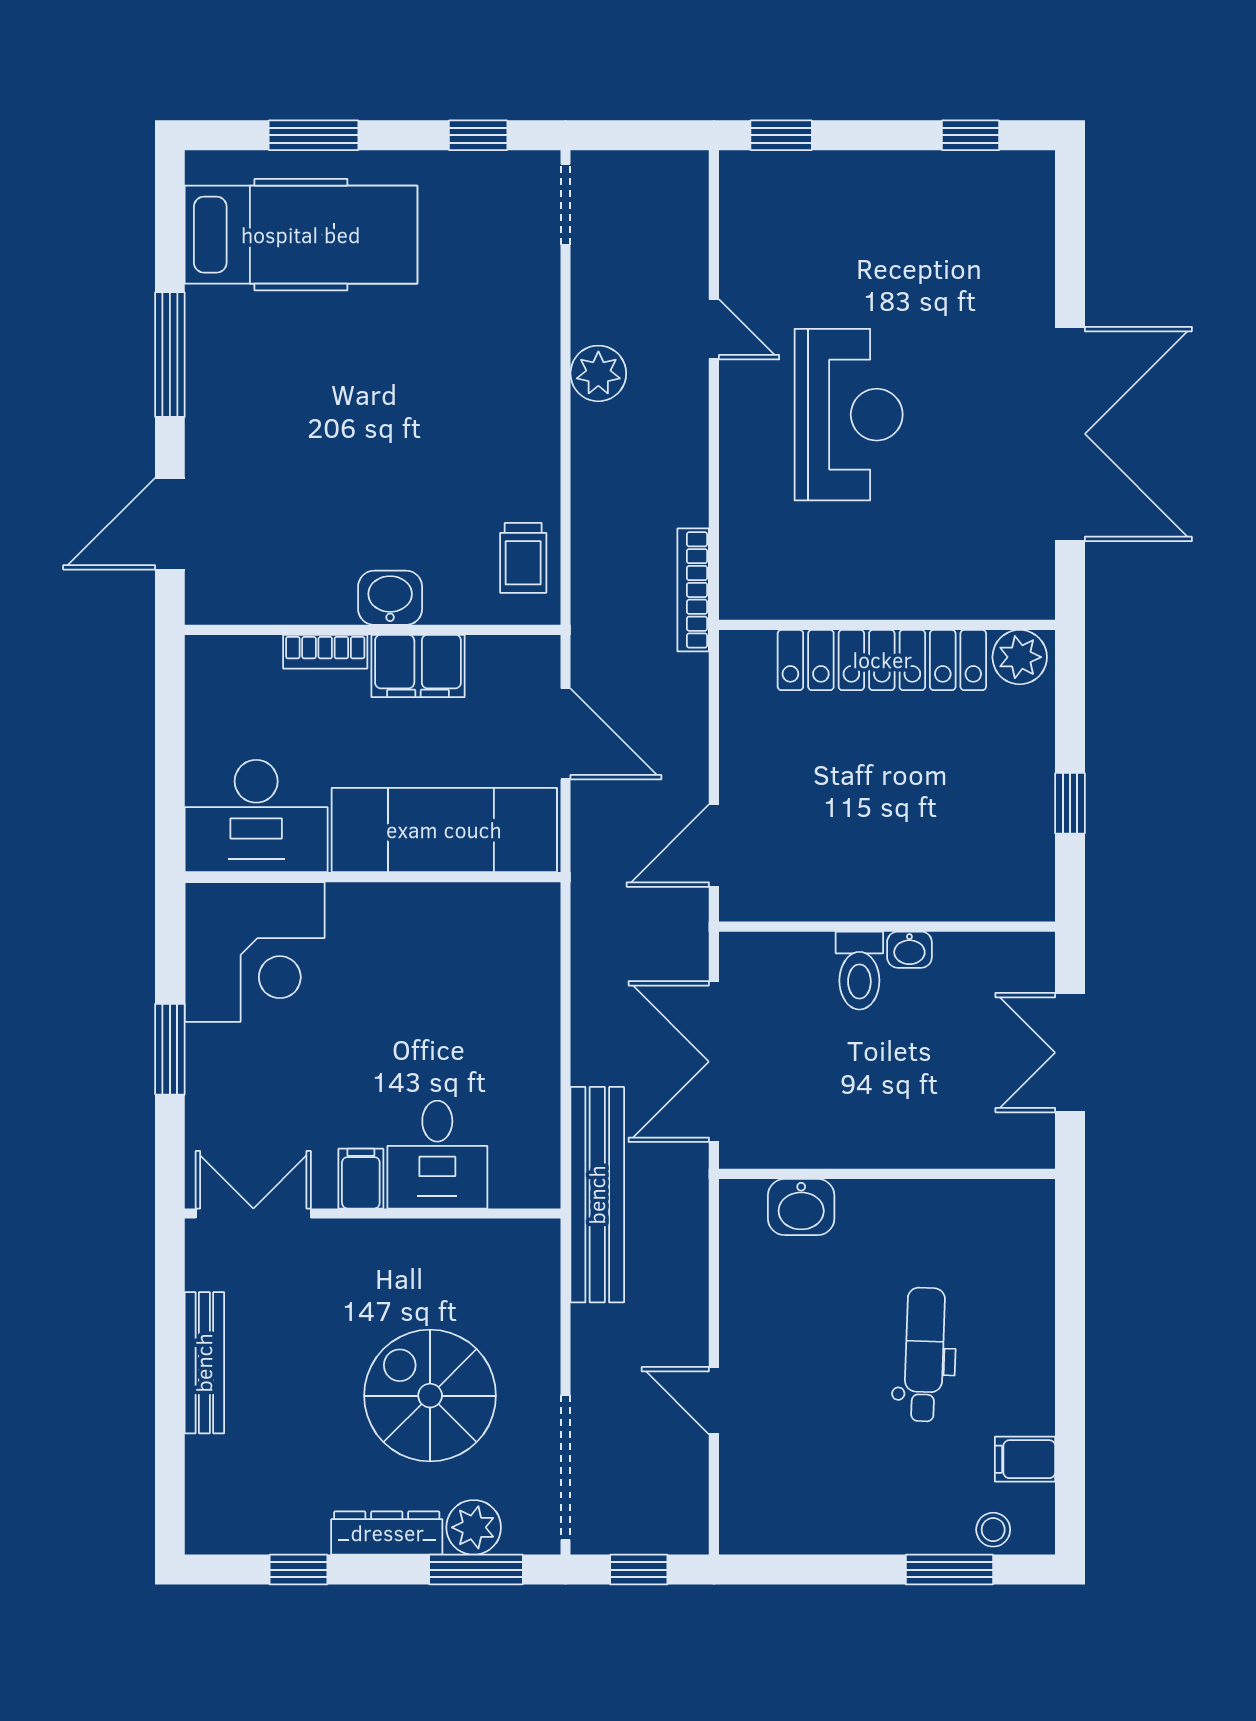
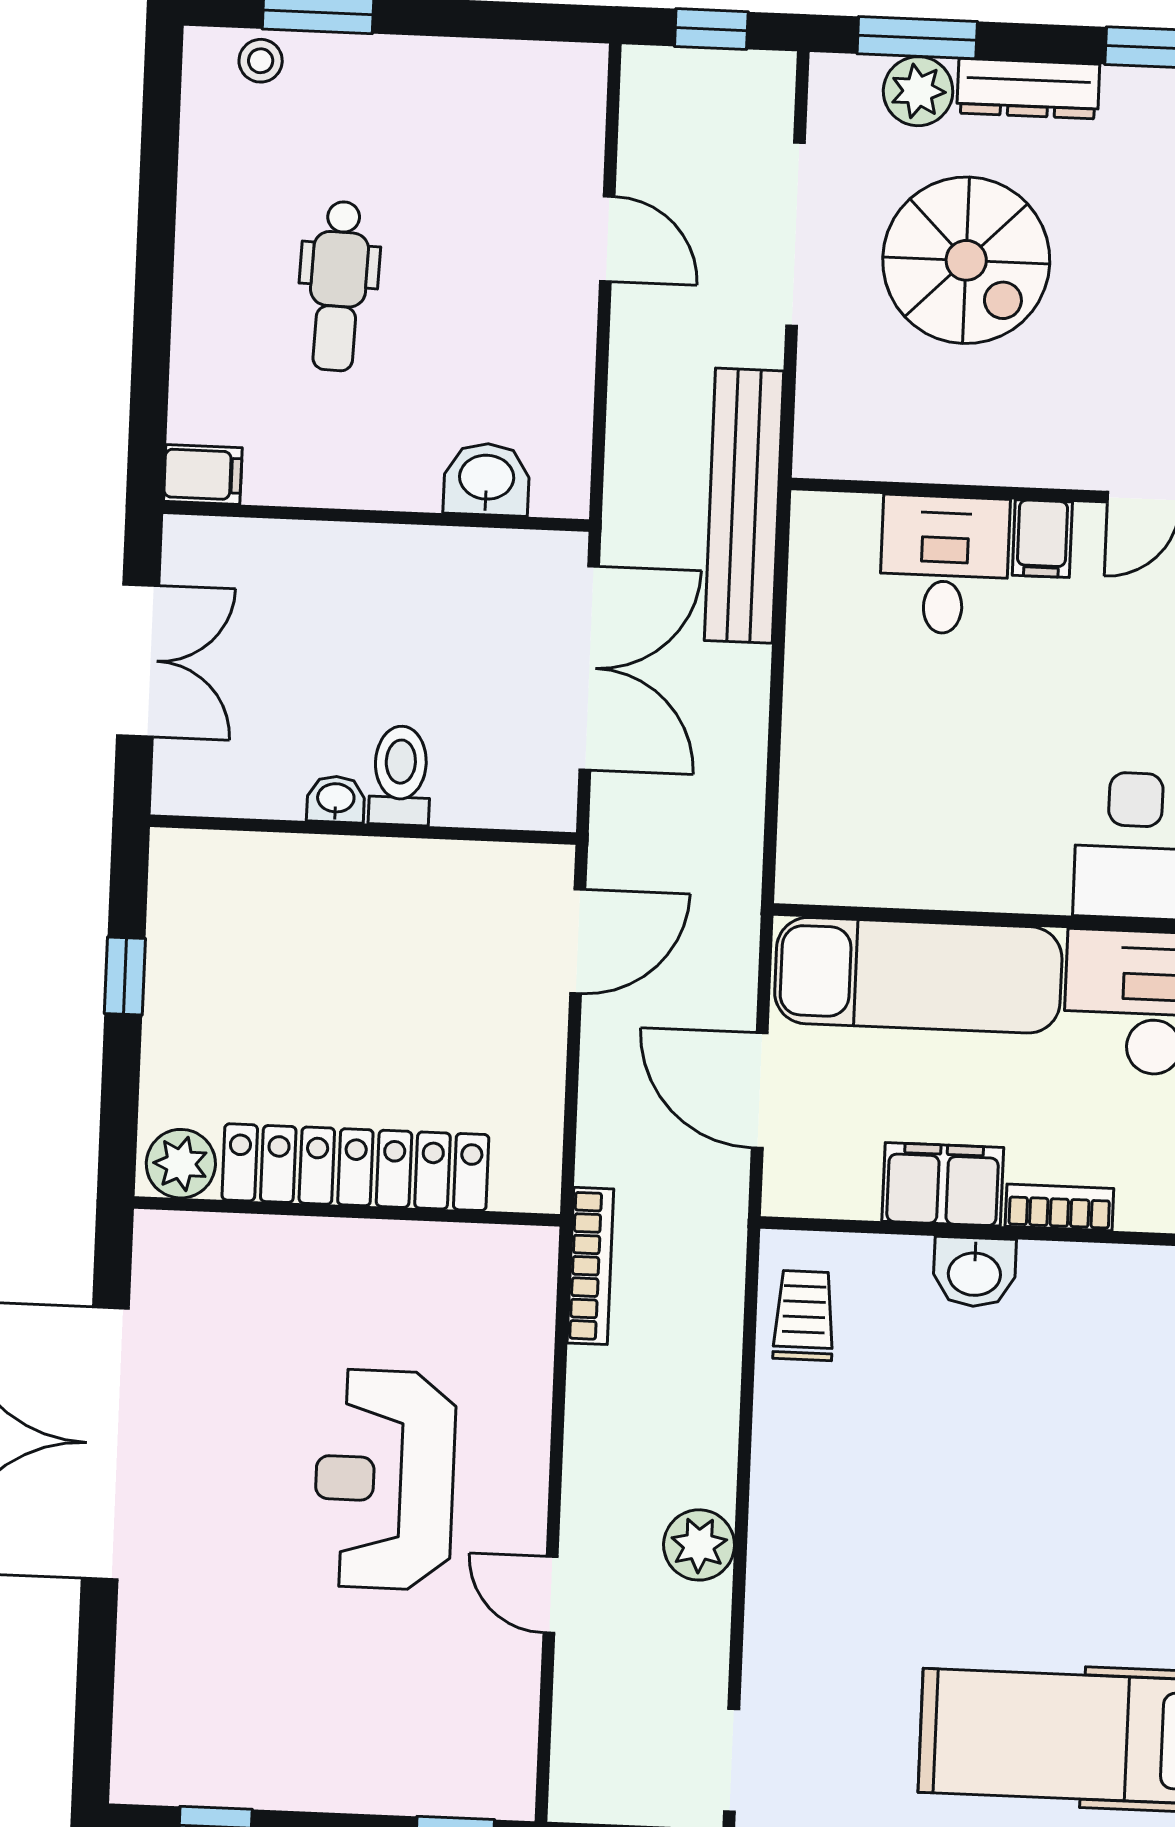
filing cabinet: (1025, 1459) -> (203, 474), moved
doorway: (566, 1467) -> (796, 234), moved

